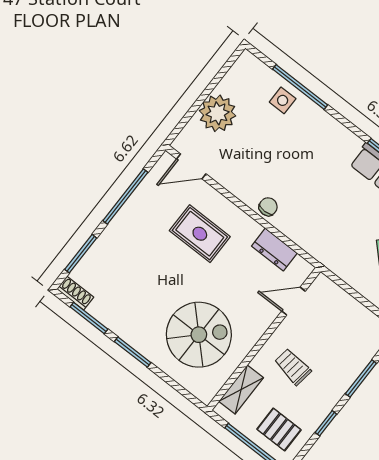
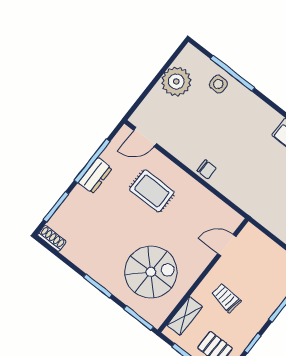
plant: (218, 113) -> (176, 81), moved
chair: (268, 207) -> (207, 169), turned 90
dresser: (274, 250) -> (95, 176), moved, turned -90
window: (89, 318) -> (139, 318), moved

